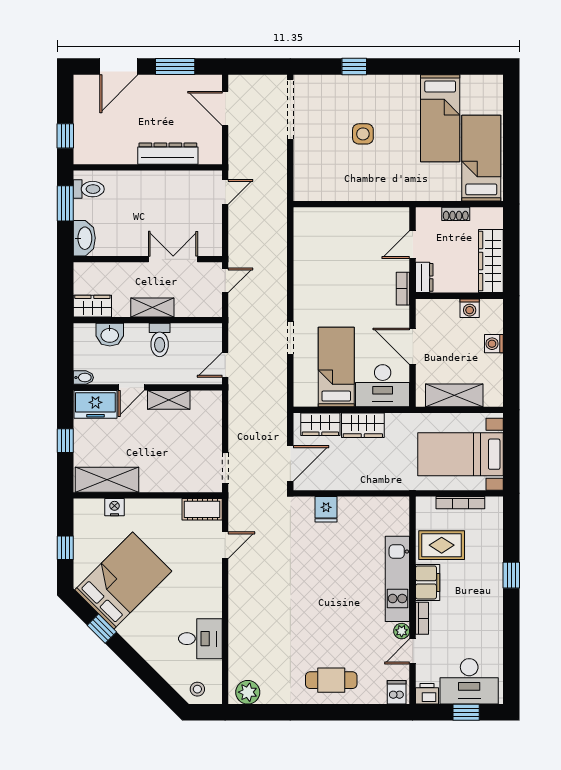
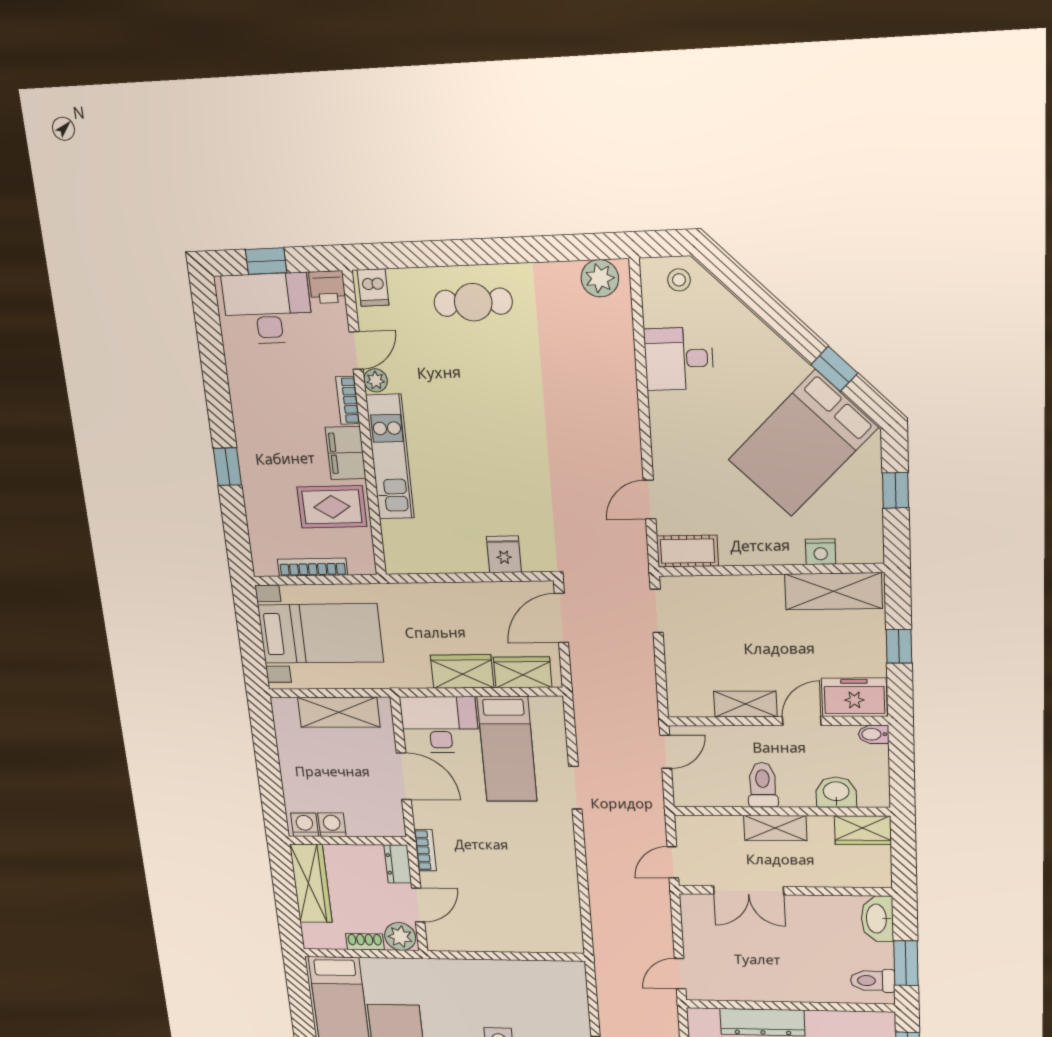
plant: (429, 219) -> (400, 937), added
washing machine: (494, 344) -> (305, 825), moved, turned -90

